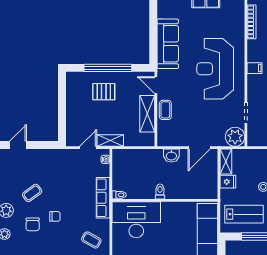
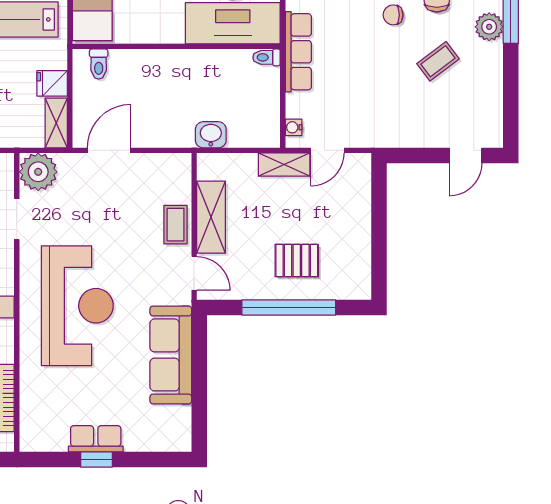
washbasin: (171, 156) -> (211, 135), moved
toilet: (160, 191) -> (99, 64), moved

